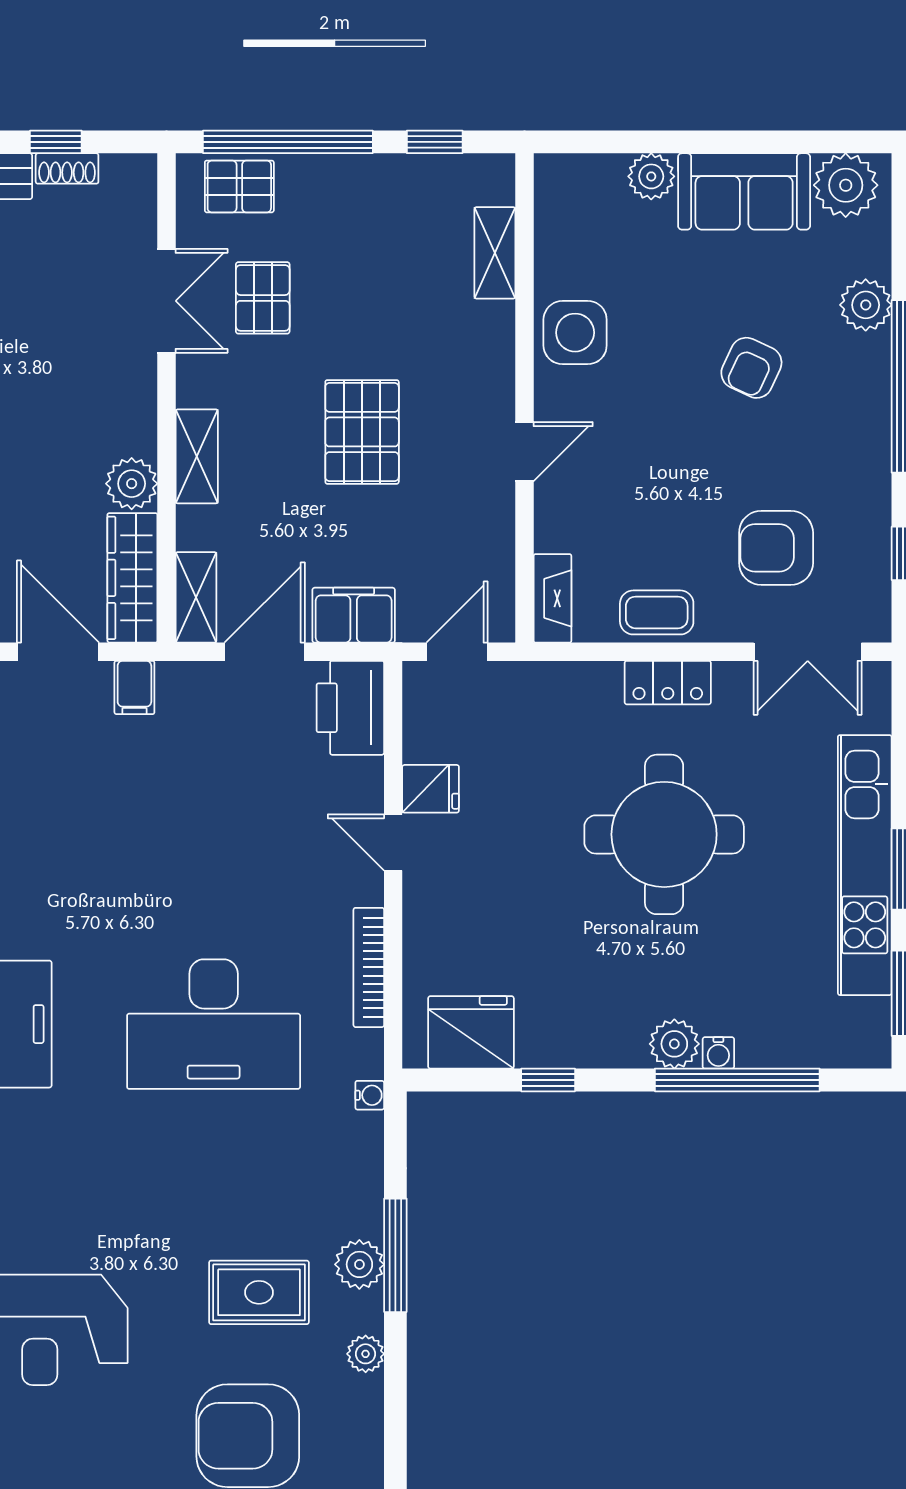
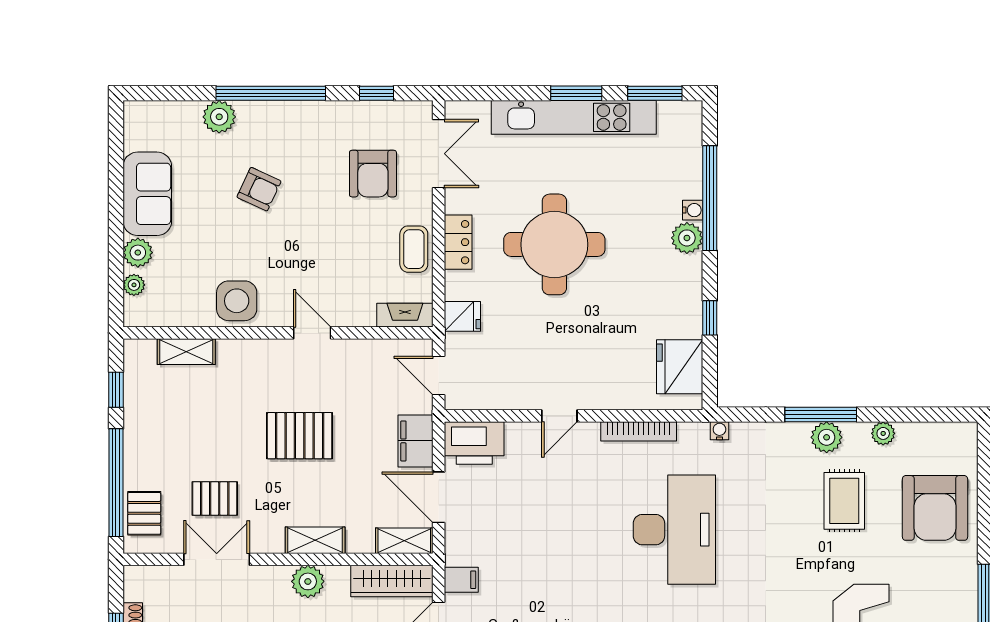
plant: (846, 185) -> (134, 285), moved, width x0.53, depth x0.53
plant: (132, 484) -> (308, 581), moved
fridge: (431, 789) -> (462, 316), moved, turned 90

